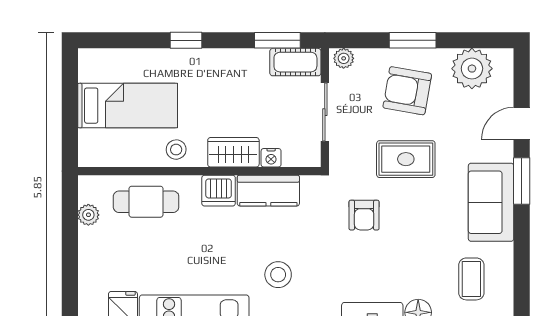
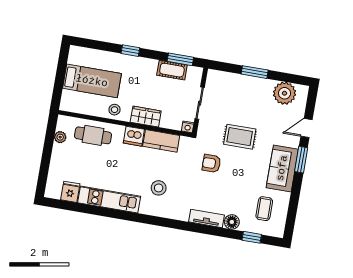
plant: (344, 58) -> (215, 75), removed
cot: (295, 62) -> (172, 70), moved
armchair: (407, 91) -> (247, 99), removed
nightstand: (271, 158) -> (188, 127), moved
armchair: (364, 215) -> (211, 163), turned 90

